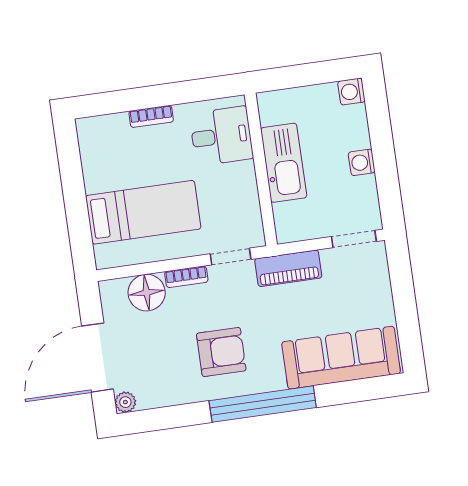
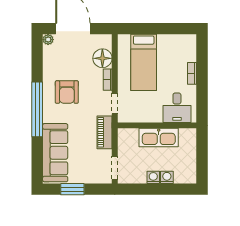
washing machine: (351, 92) -> (167, 177), moved
window: (406, 315) -> (72, 189), added

